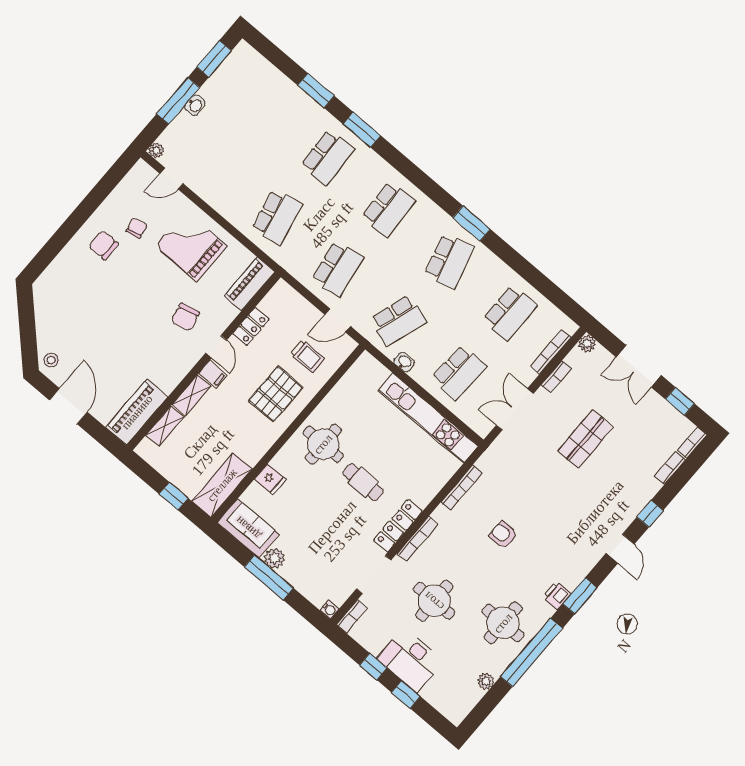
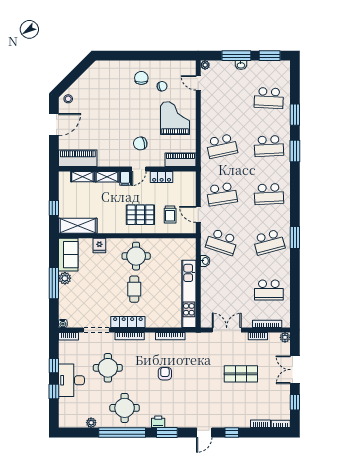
school desk: (459, 372) -> (269, 98), moved

